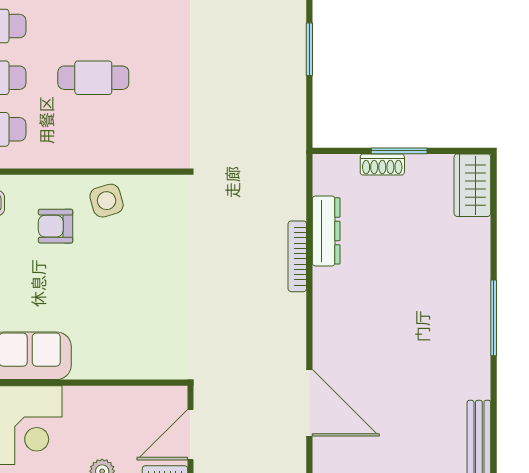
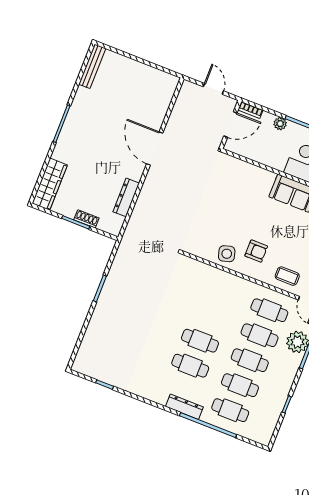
cafe table: (93, 78) -> (200, 341), moved
wardrobe: (472, 185) -> (50, 184), width x1.50
bookcase: (297, 256) -> (145, 191), removed
door: (309, 403) -> (155, 149), moved

